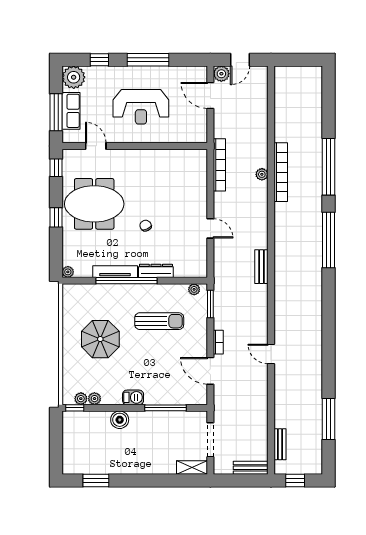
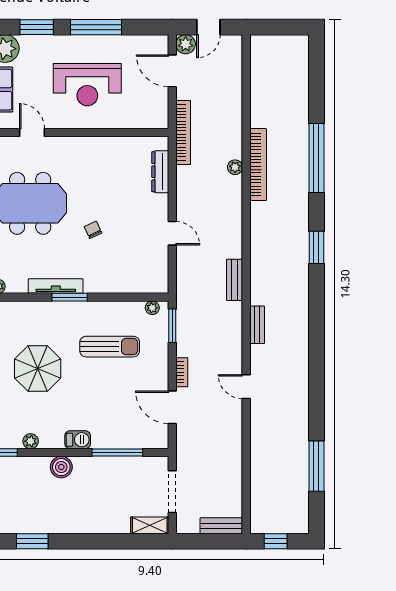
window: (99, 60) -> (37, 27), width x1.50
bookcase: (219, 165) -> (183, 133), moved
window: (329, 240) -> (316, 247), width x0.47
dresser: (156, 271) -> (160, 172), moved, turned -90
window: (126, 281) -> (70, 297), width x0.47
plant: (81, 399) -> (14, 441), removed
bench: (280, 444) -> (257, 325), moved

